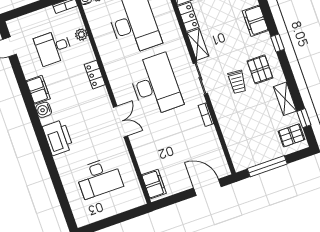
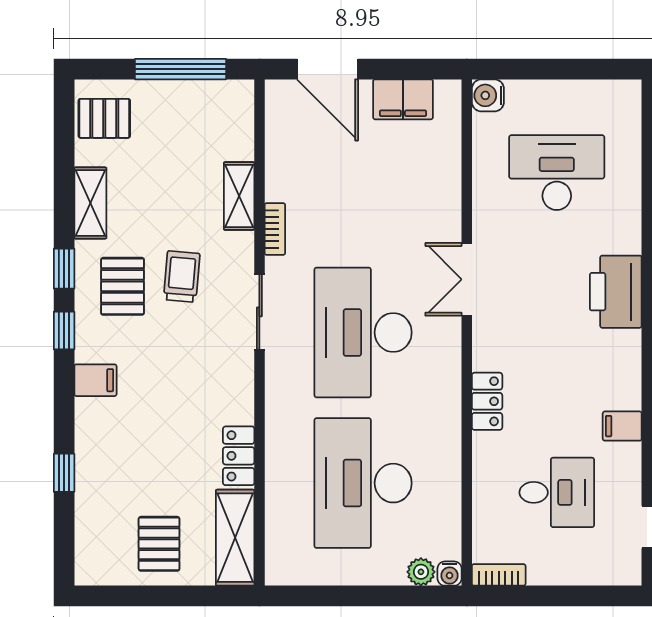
filing cabinet: (255, 21) -> (95, 380), width x0.50
plant: (81, 35) -> (486, 499), removed
shelving: (198, 44) -> (239, 196), moved
filing cabinet: (38, 90) -> (622, 426), width x0.50
water cooler: (44, 110) -> (488, 95), moved, turned 180
window: (304, 118) -> (64, 269), moved
filing cabinet: (154, 184) -> (403, 99), moved, turned -90

